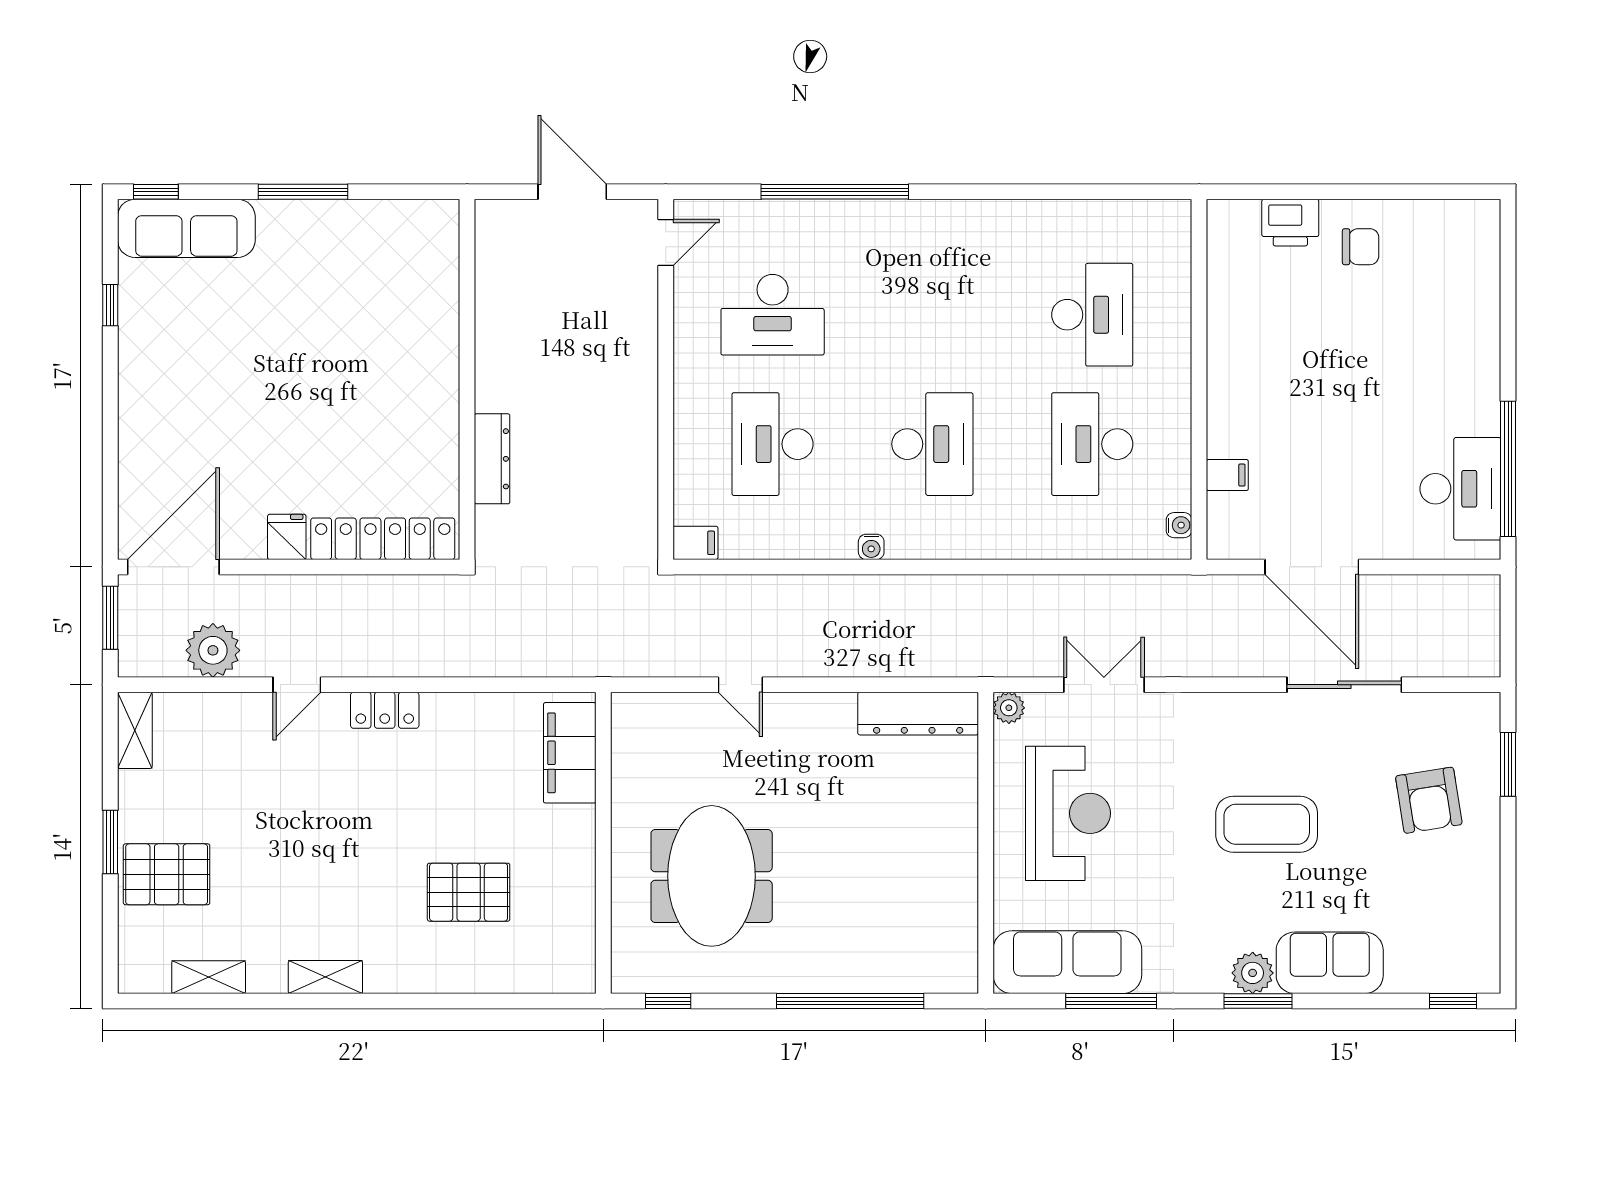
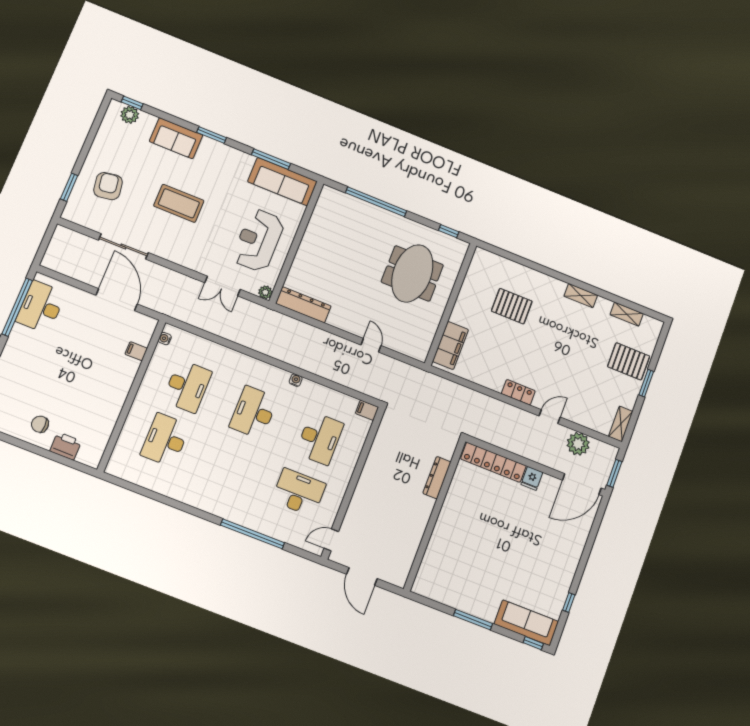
plant: (1253, 973) -> (130, 115), moved

